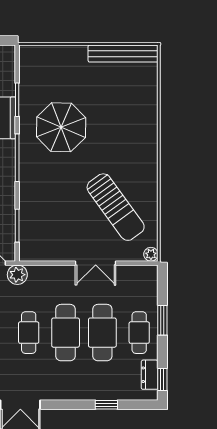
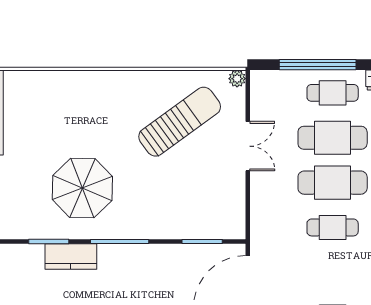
plant: (17, 275) -> (262, 241), removed
window: (162, 320) -> (318, 65), width x2.11

